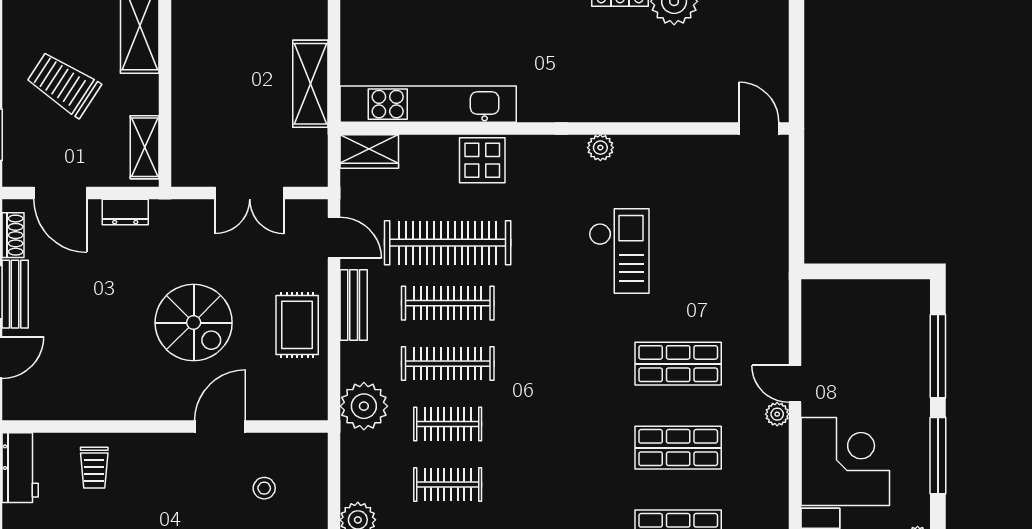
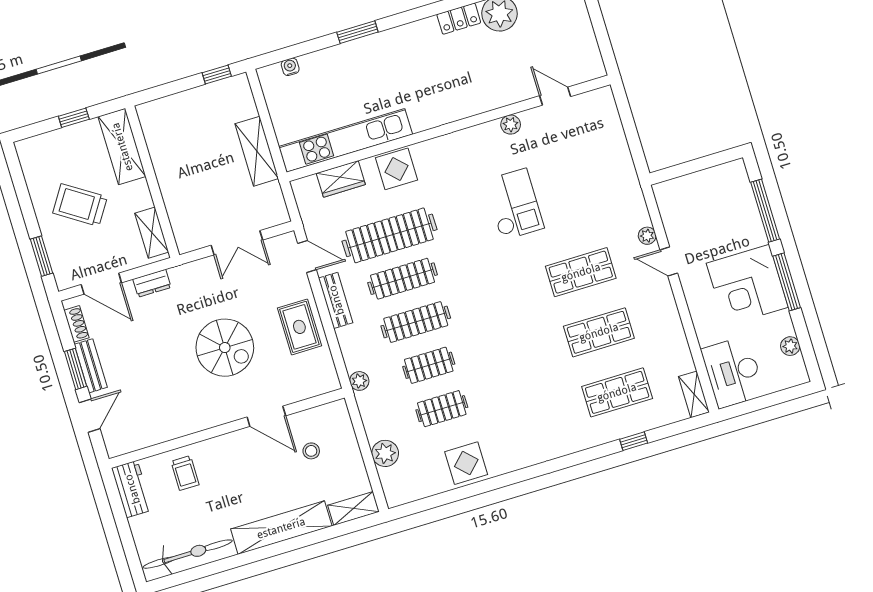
door: (759, 128) -> (555, 96), moved
plant: (600, 148) -> (511, 125), moved
wardrobe: (369, 152) -> (341, 179), moved
plant: (364, 406) -> (359, 381), width x0.53, depth x0.53
plant: (777, 414) -> (647, 236), moved
door: (220, 427) -> (266, 416), swing flipped
corner desk: (845, 462) -> (747, 285), moved, turned 180

